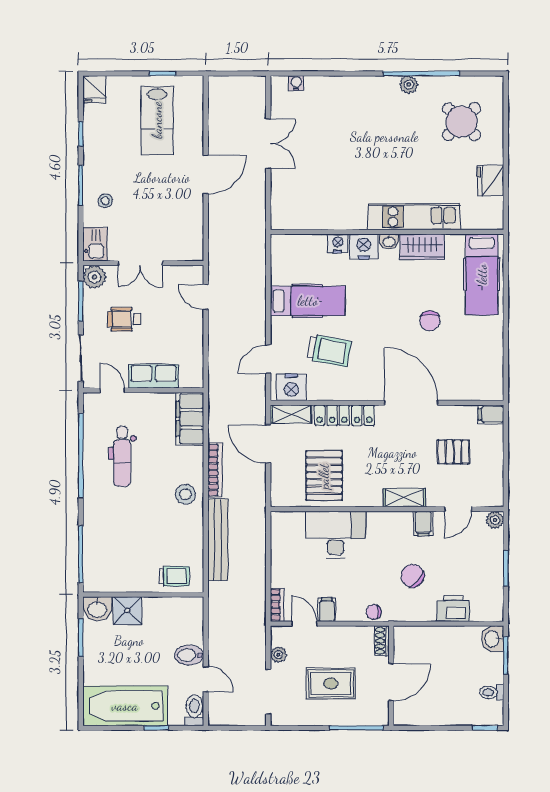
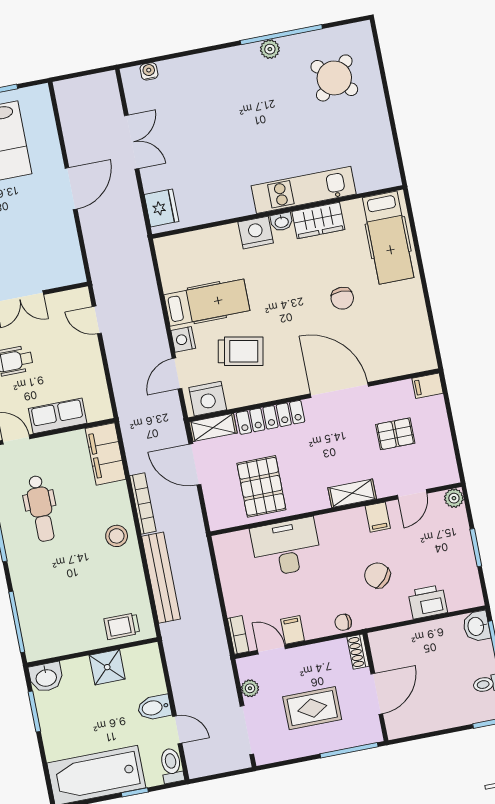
fridge: (491, 180) -> (161, 208), moved, turned 180
nightstand: (338, 243) -> (183, 339), moved, turned -90
trolley: (174, 576) -> (122, 626), turned 180
shower: (127, 611) -> (107, 667), moved

